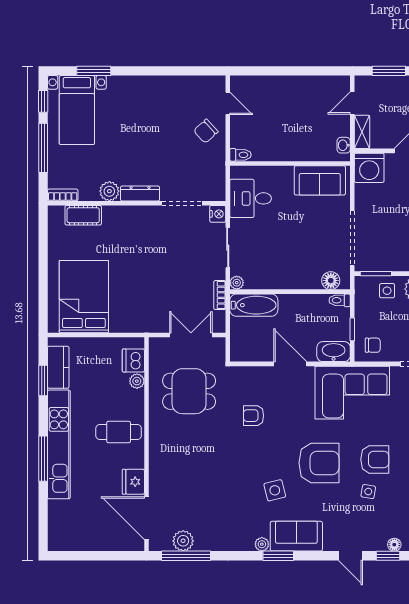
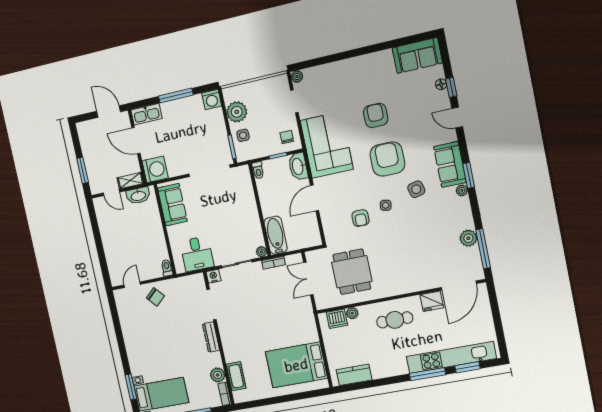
washbasin: (344, 145) -> (138, 196), width x1.91, depth x1.45
plant: (109, 191) -> (218, 375), moved
floor lamp: (331, 281) -> (245, 180), removed
window: (43, 381) -> (467, 367), moved
cafe table: (119, 432) -> (395, 320), turned 90
kitchen unit: (59, 444) -> (451, 357), moved
side table: (368, 492) -> (386, 205), moved
plant: (183, 541) -> (468, 238), moved
door: (350, 556) -> (457, 118), swing flipped

